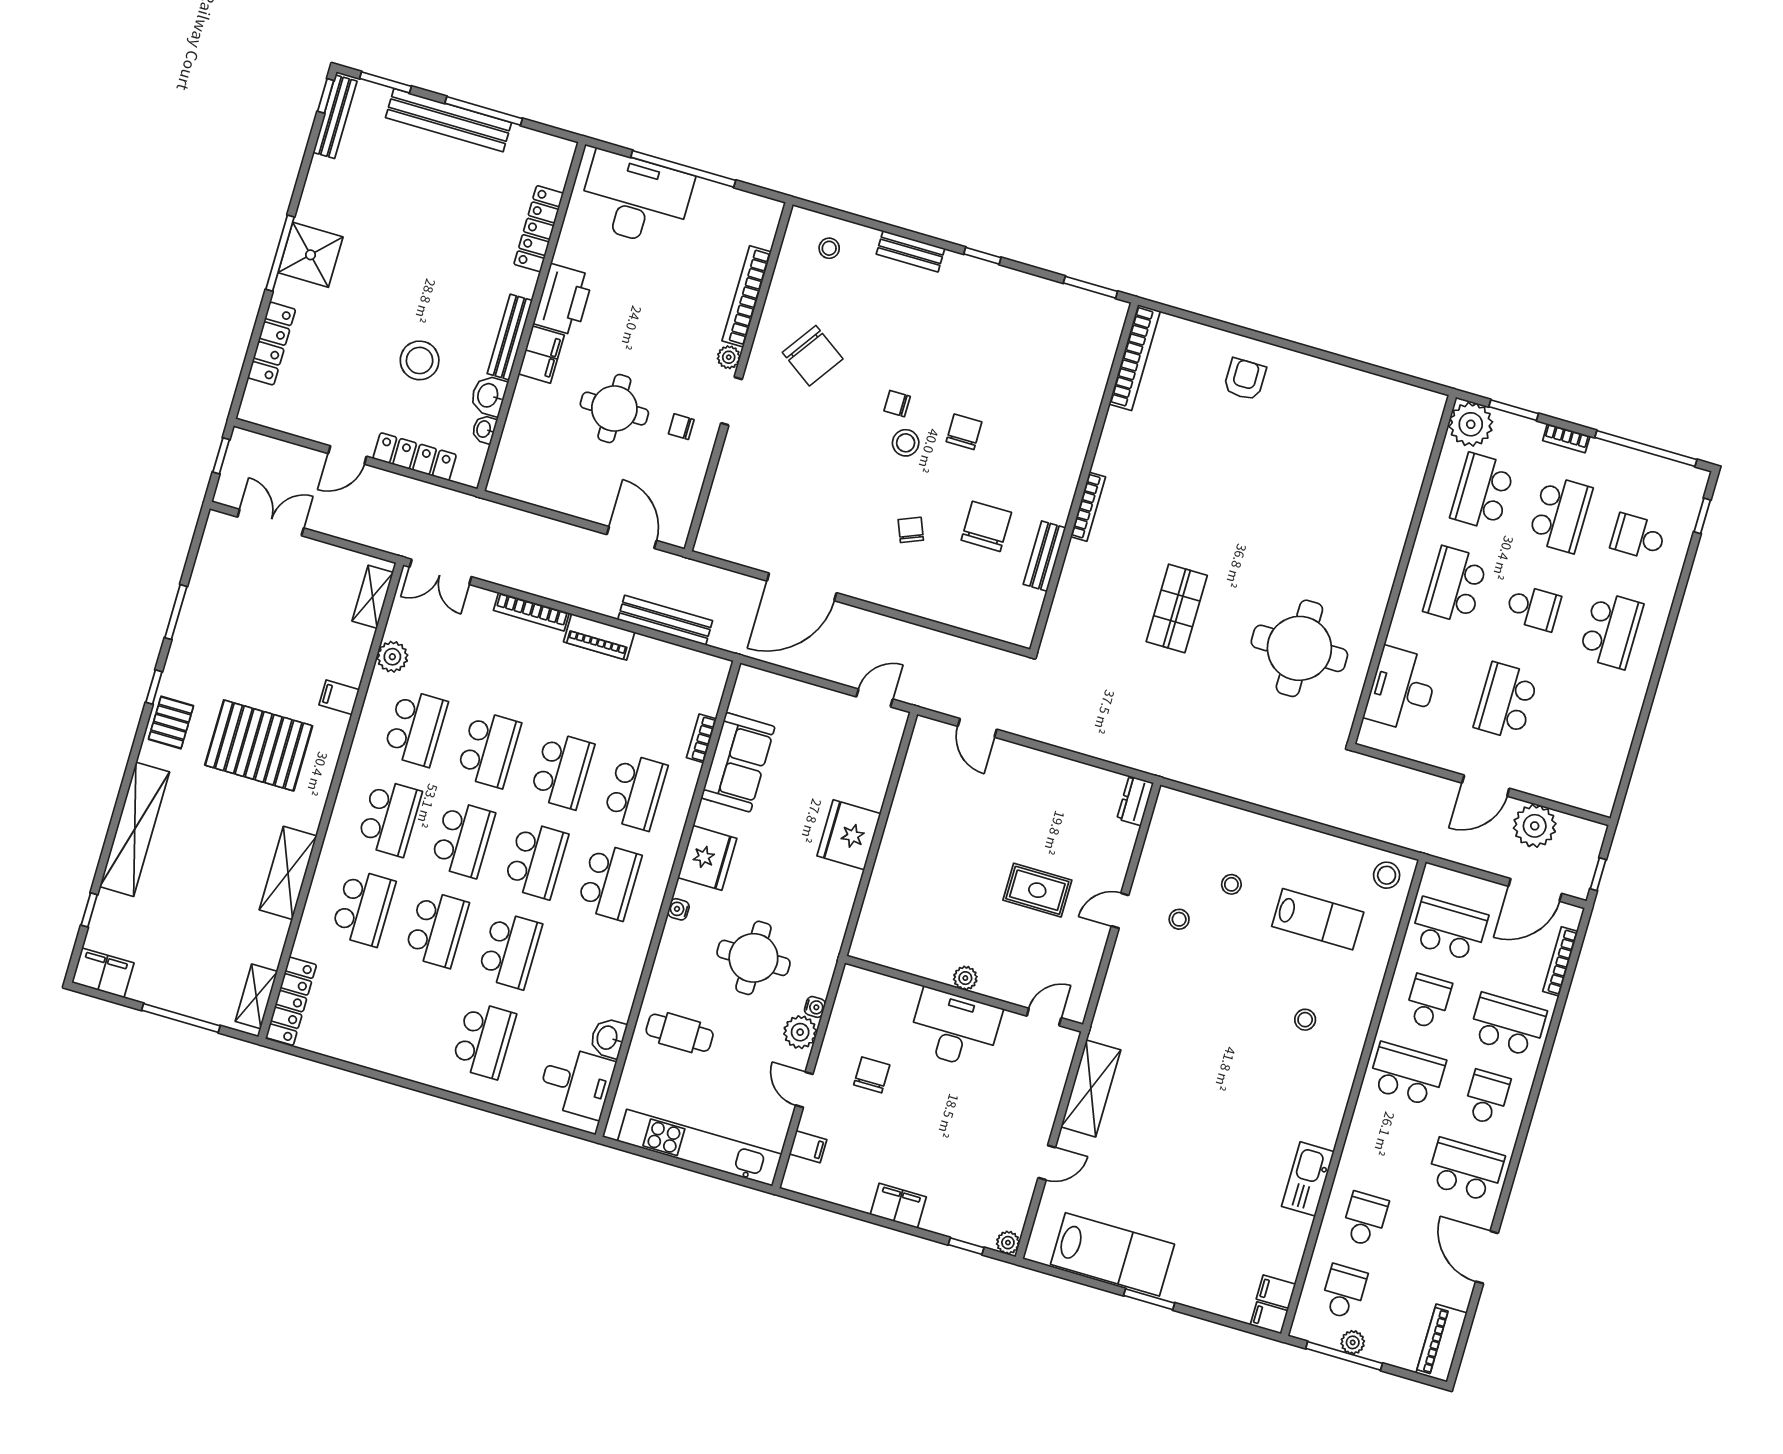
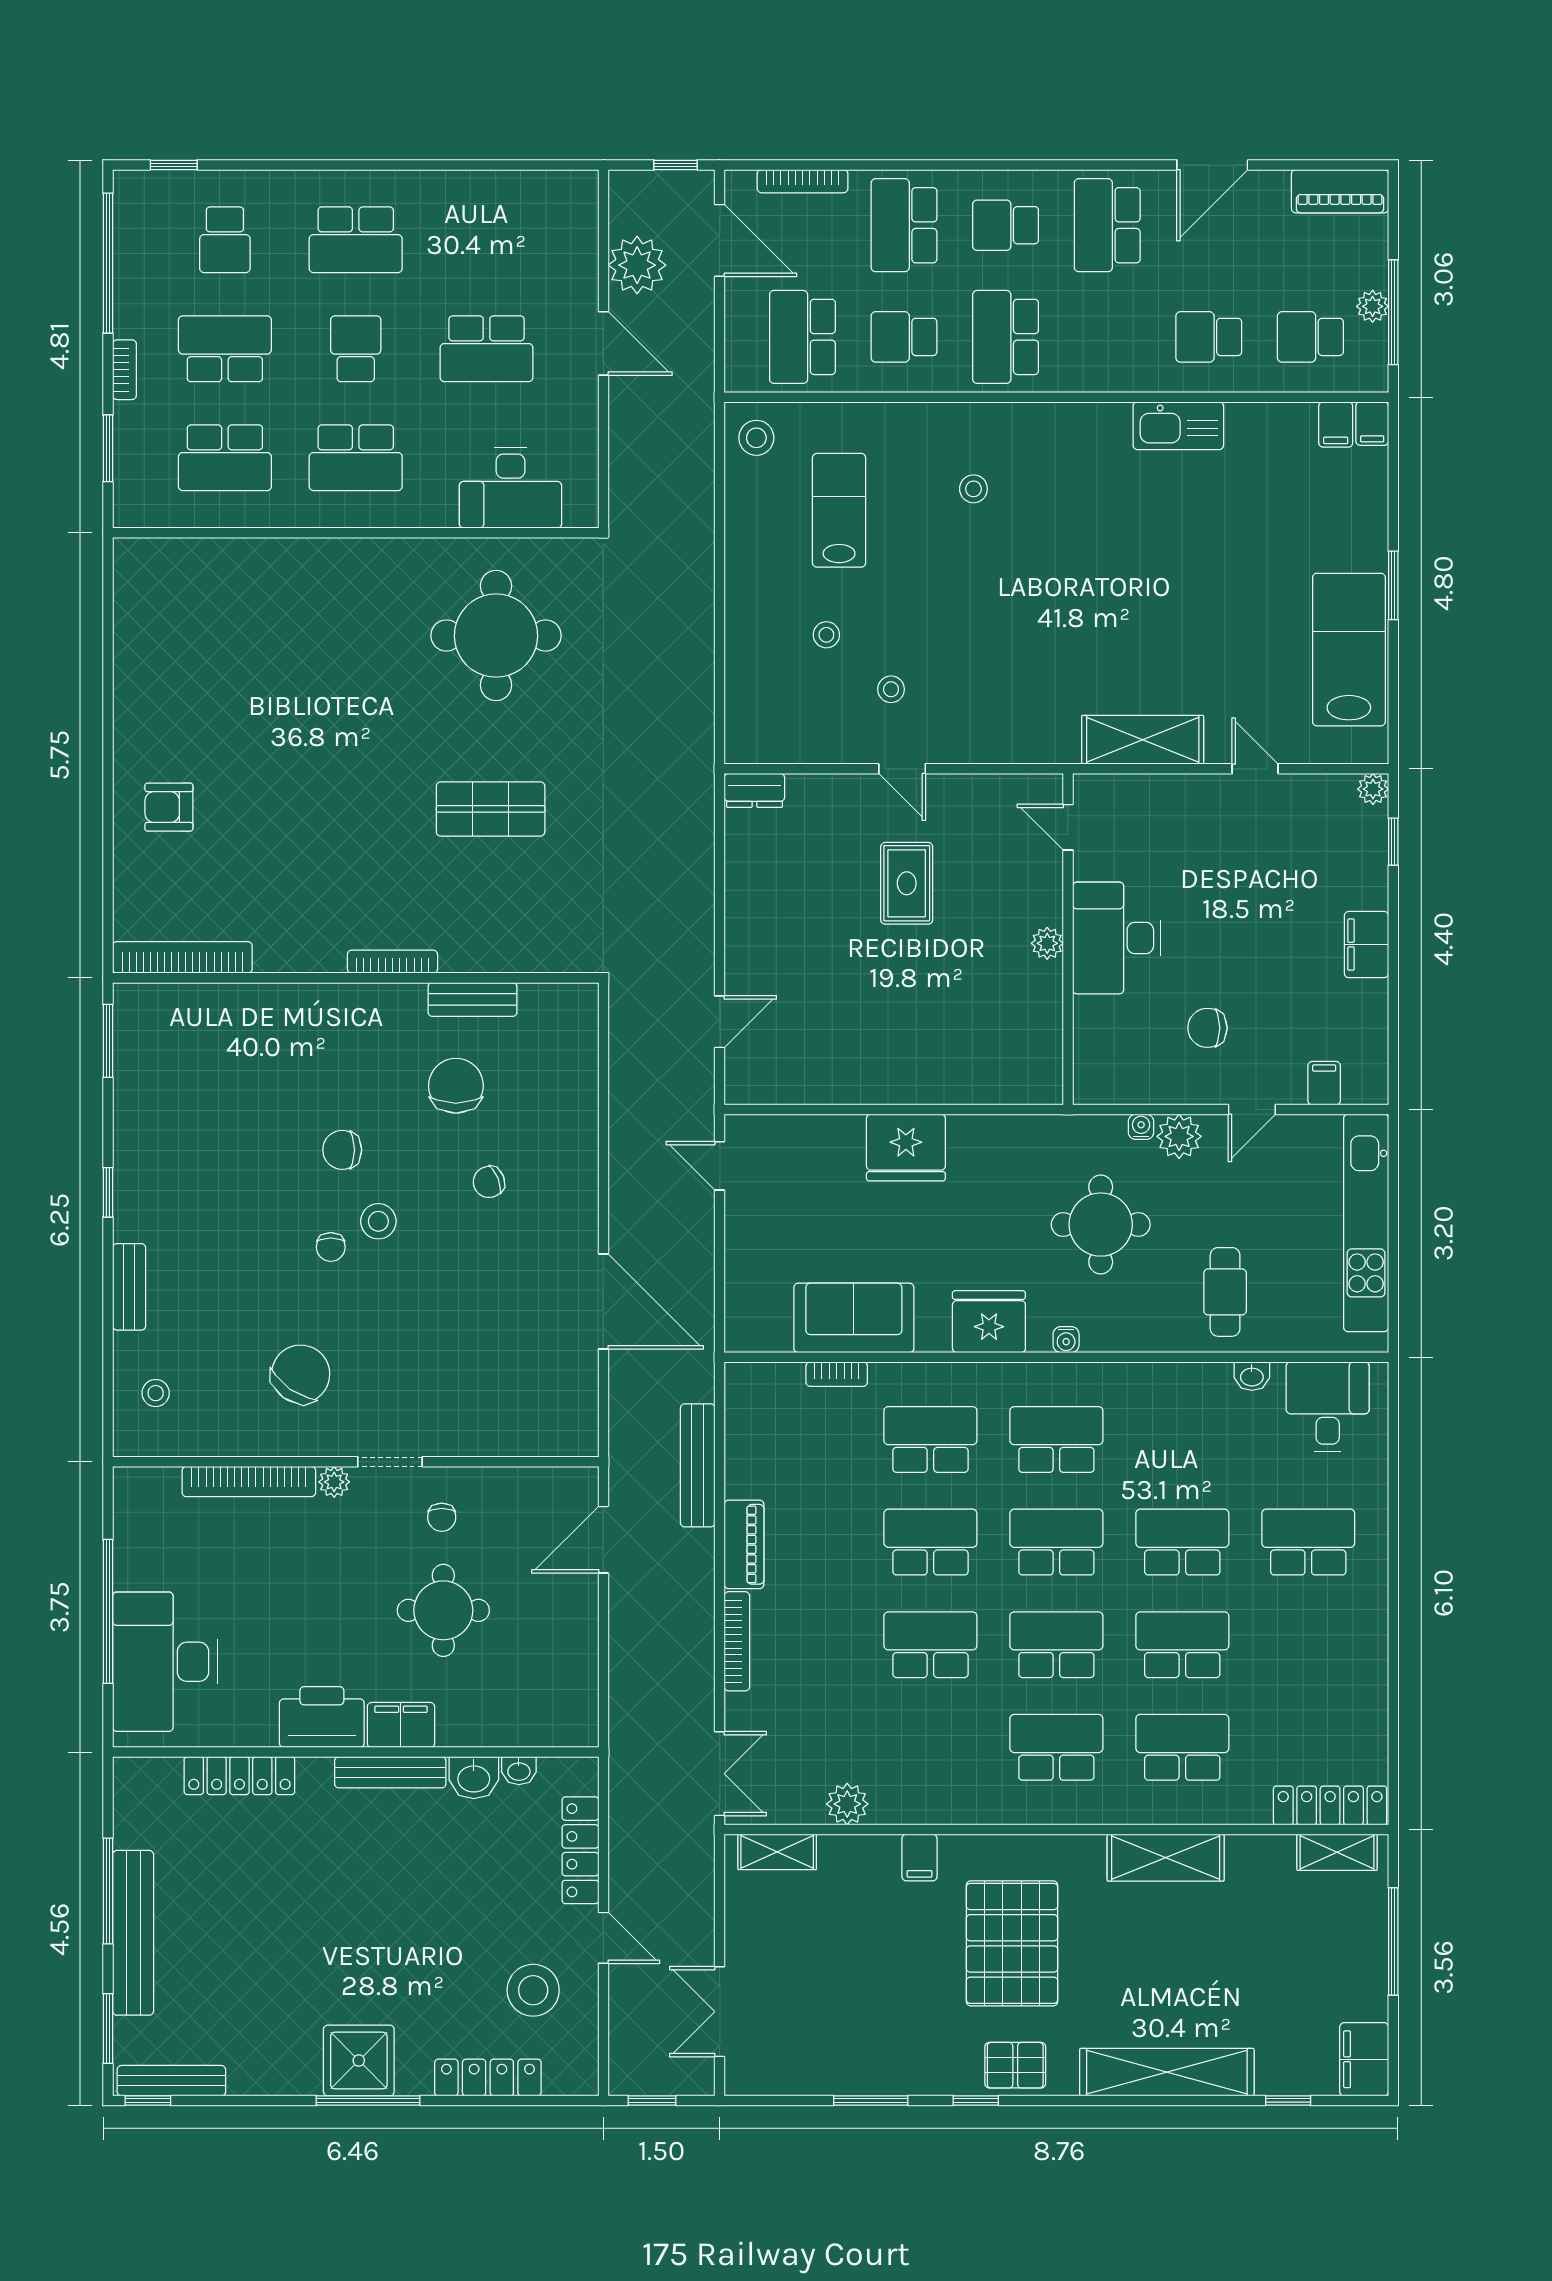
stool: (420, 360) -> (533, 1990), moved
plant: (1471, 424) -> (142, 498), removed
chair: (986, 526) -> (456, 1086), turned 90
school desk: (1611, 630) -> (356, 240), turned 180
school desk: (416, 728) -> (930, 1747), removed
washbasin: (608, 1038) -> (1252, 1376), width x0.72, depth x0.69

